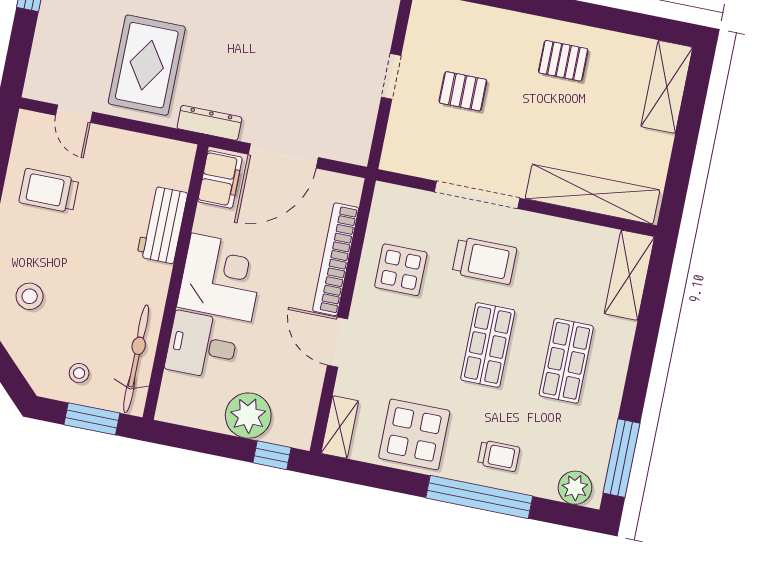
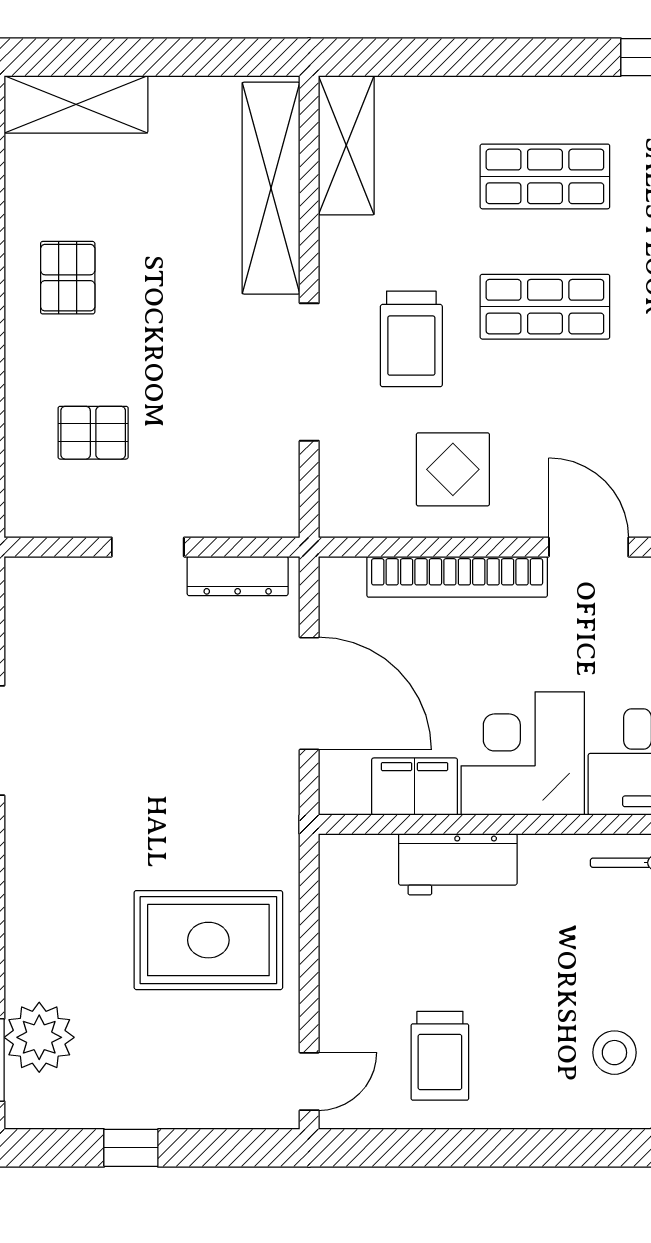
pallet: (463, 91) -> (93, 433), moved, turned 90
door: (74, 114) -> (309, 1081), moved
dresser: (209, 123) -> (238, 576), moved, turned -90
filing cabinet: (220, 179) -> (415, 787), moved
trolley: (485, 261) -> (411, 339), turned 180
shelving: (629, 275) -> (346, 145), moved, turned 90
door: (338, 342) -> (589, 547), swing flipped

